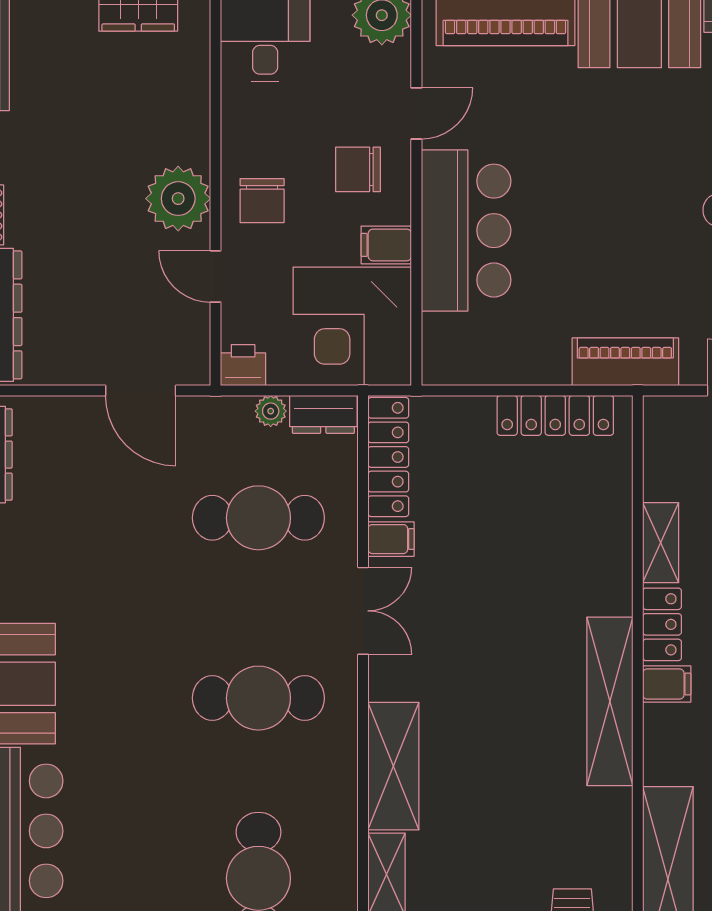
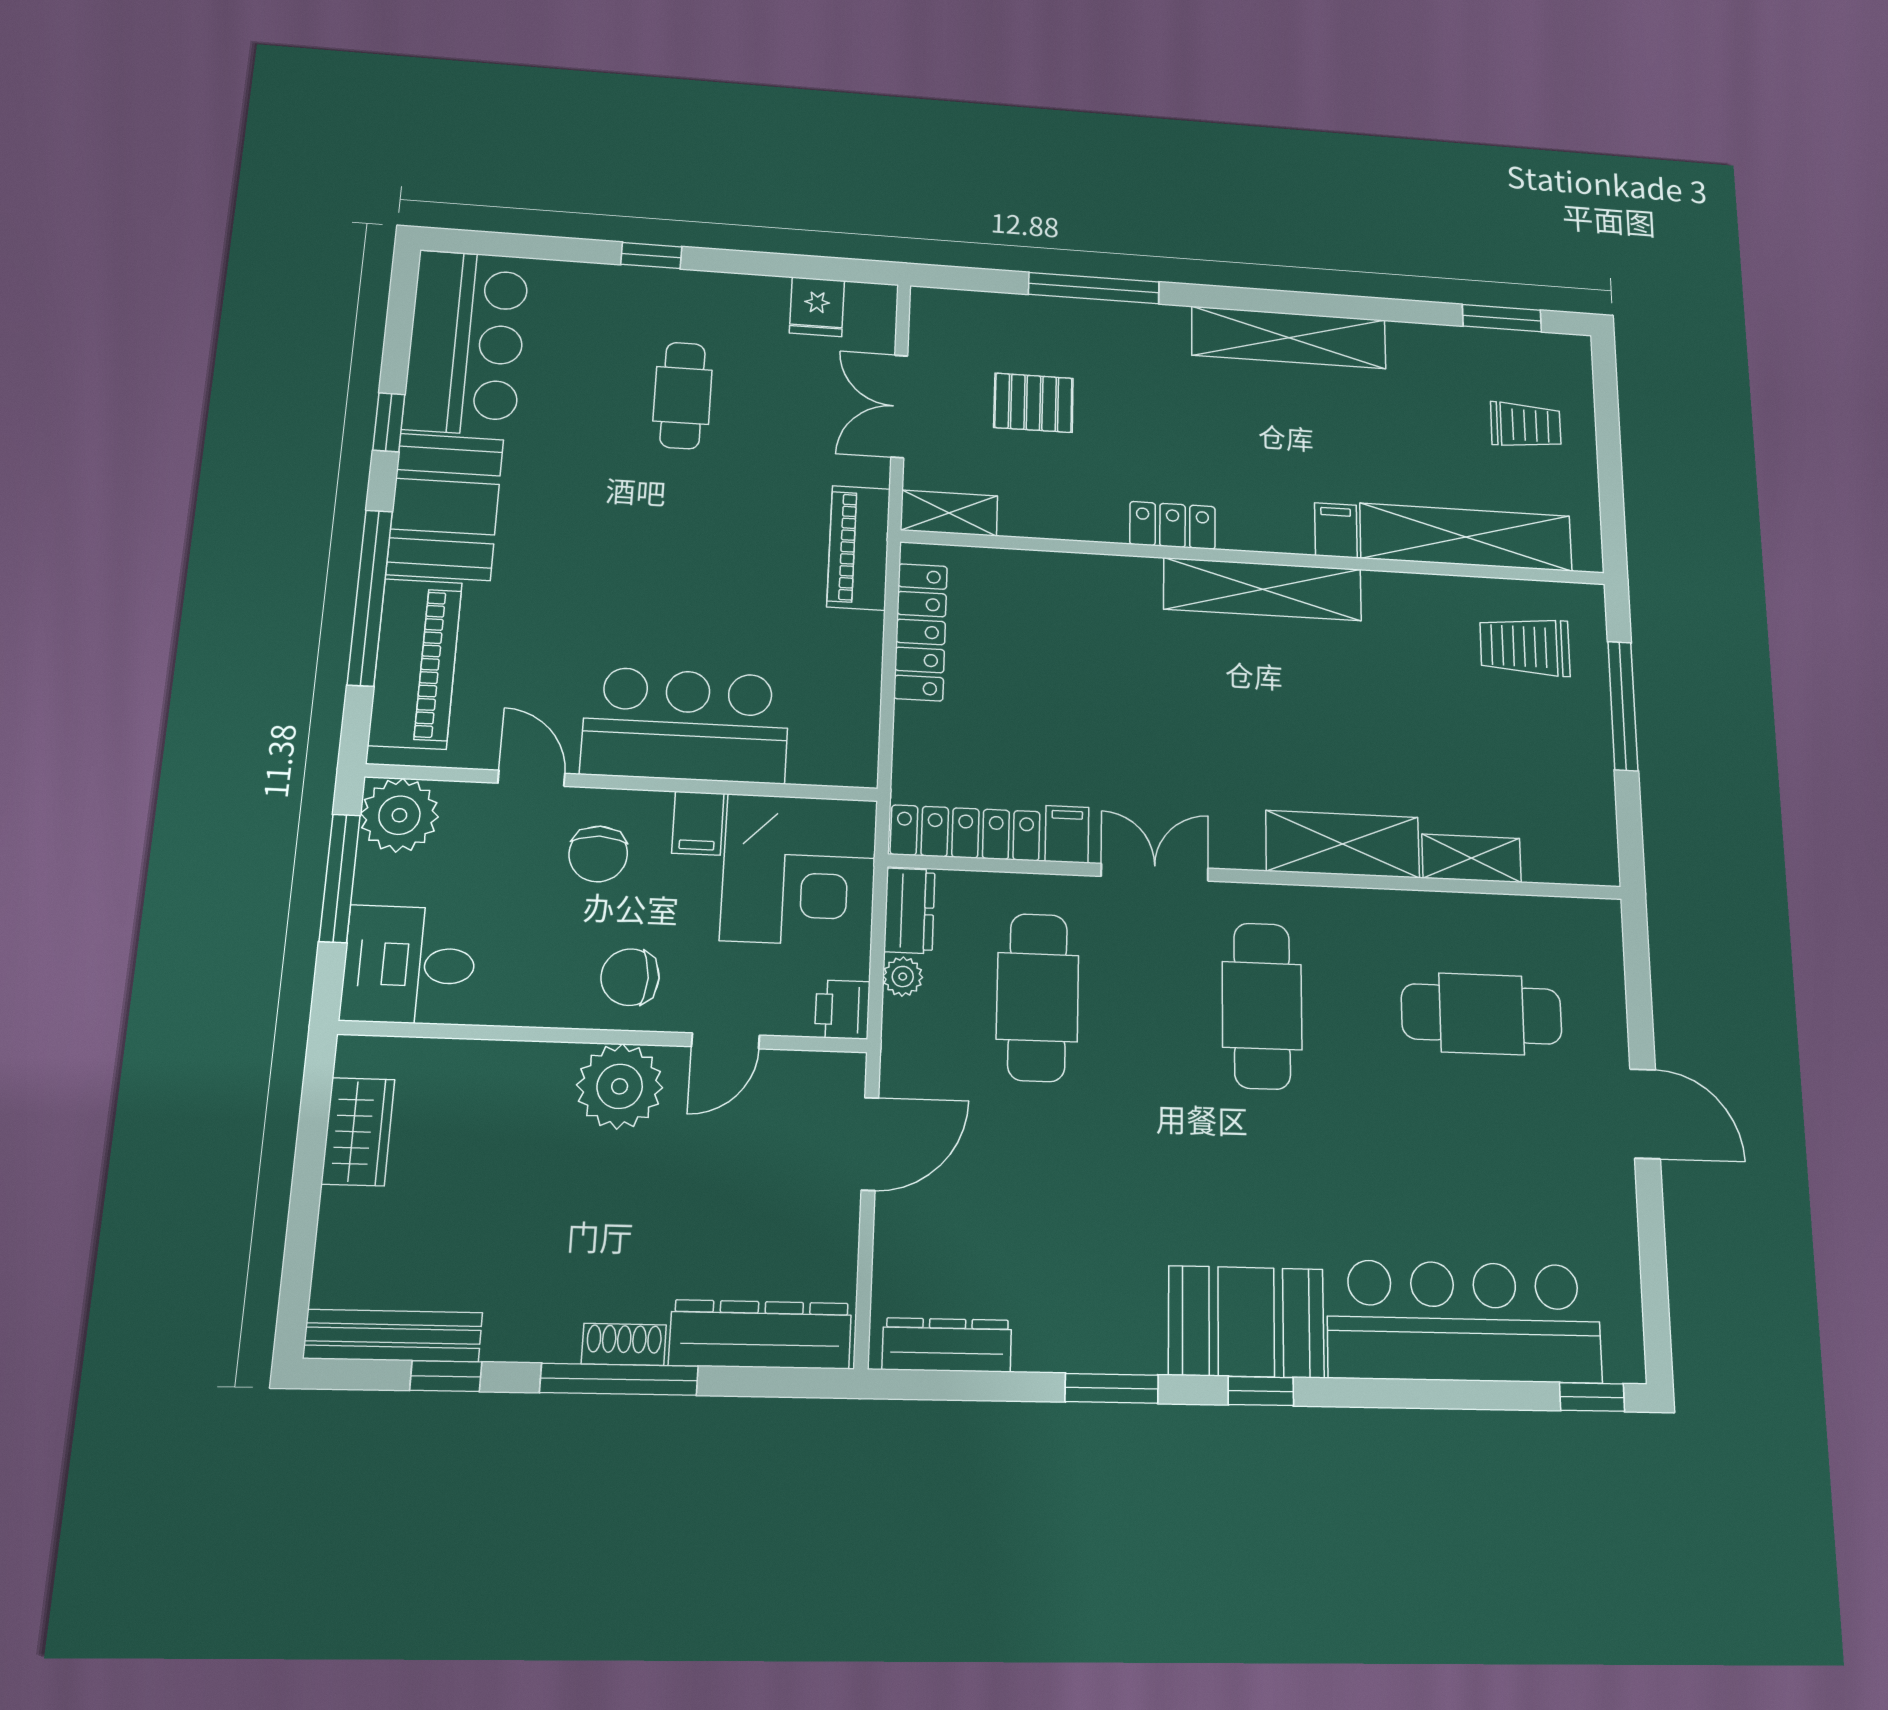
chair: (262, 201) -> (630, 977), turned 180
shelving: (661, 543) -> (949, 513), moved
filing cabinet: (667, 684) -> (1336, 530), moved

